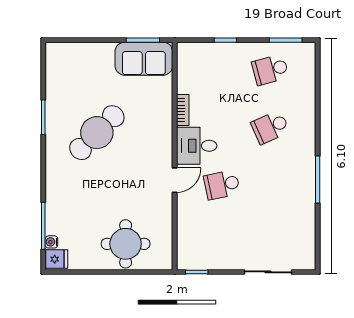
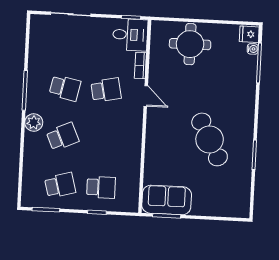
school desk: (222, 70) -> (101, 187), added
bookcase: (183, 110) -> (140, 66), moved
cafe table: (97, 133) -> (210, 139), turned -73
plant: (305, 142) -> (34, 122), added
desk: (197, 146) -> (130, 35), moved
door: (175, 180) -> (146, 96), swing flipped
school desk: (270, 185) -> (65, 88), added

